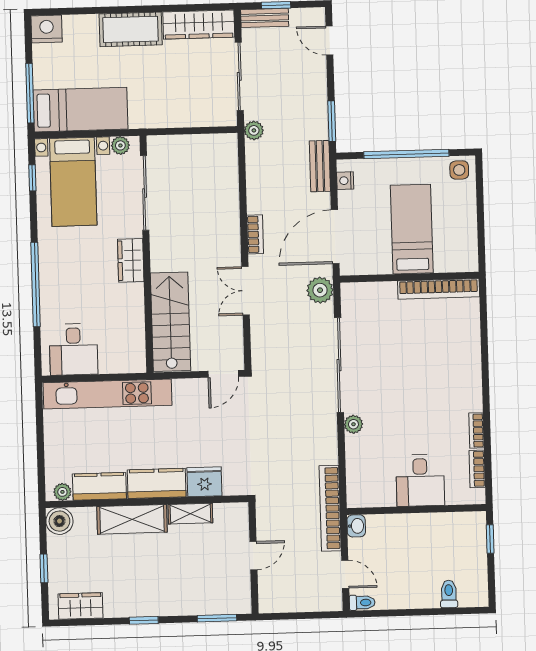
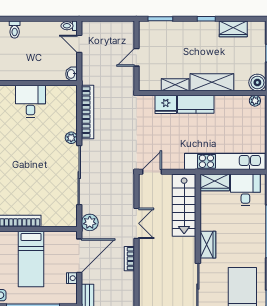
nightstand: (345, 181) -> (72, 278), moved
wardrobe: (123, 360) -> (215, 182), added
kitchen counter: (99, 486) -> (232, 104), removed
bookcase: (330, 508) -> (87, 112), moved
wardrobe: (81, 606) -> (233, 29), moved

